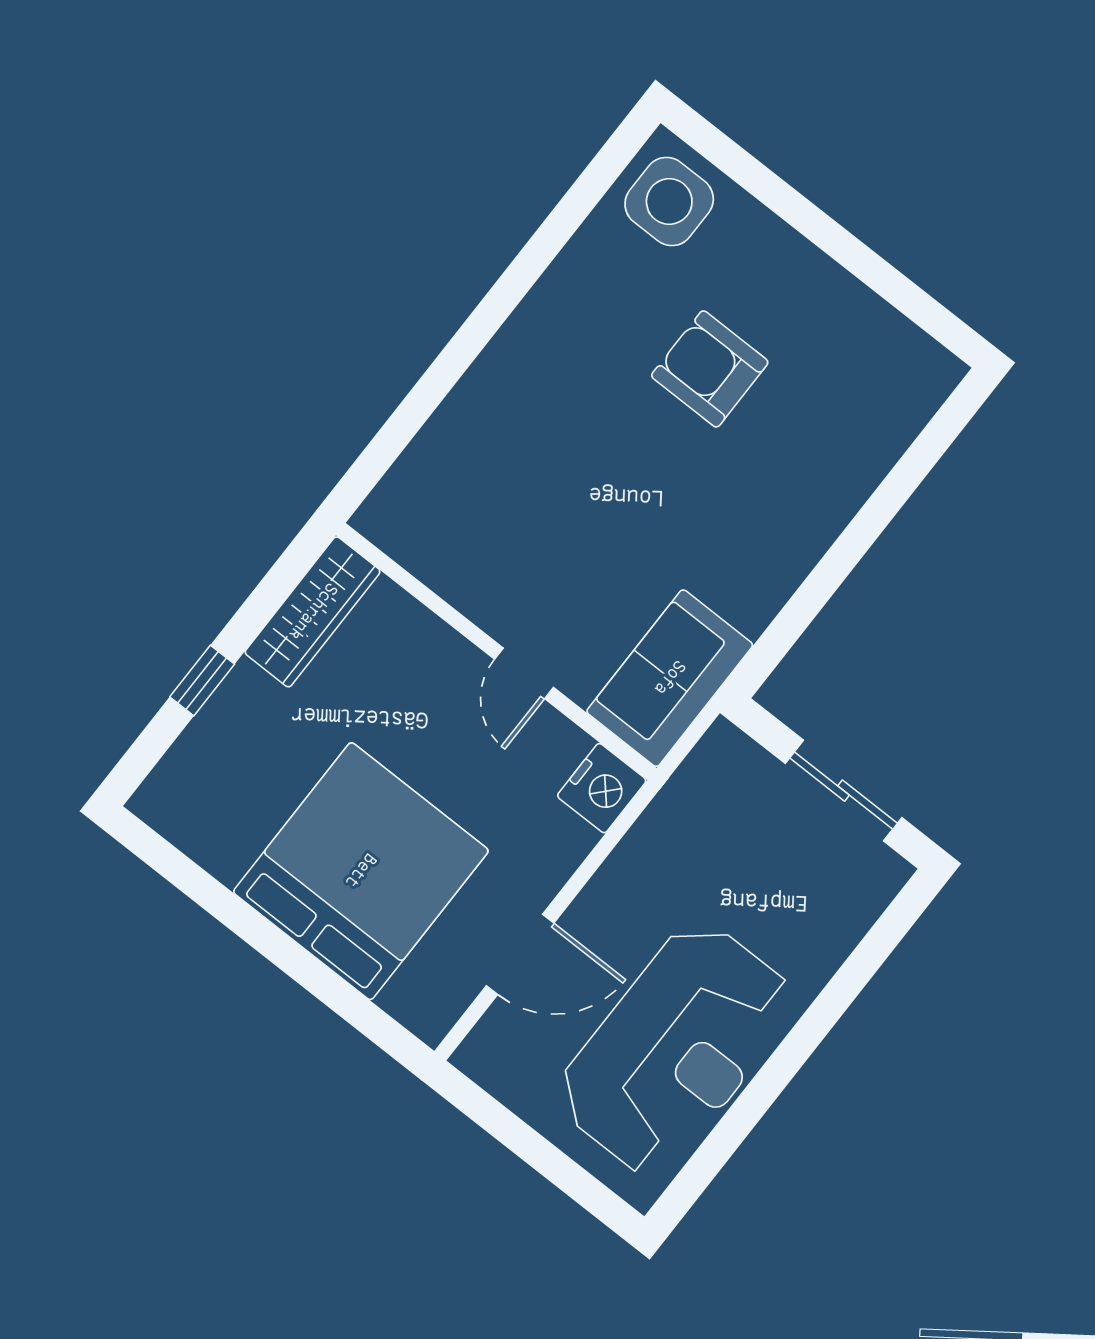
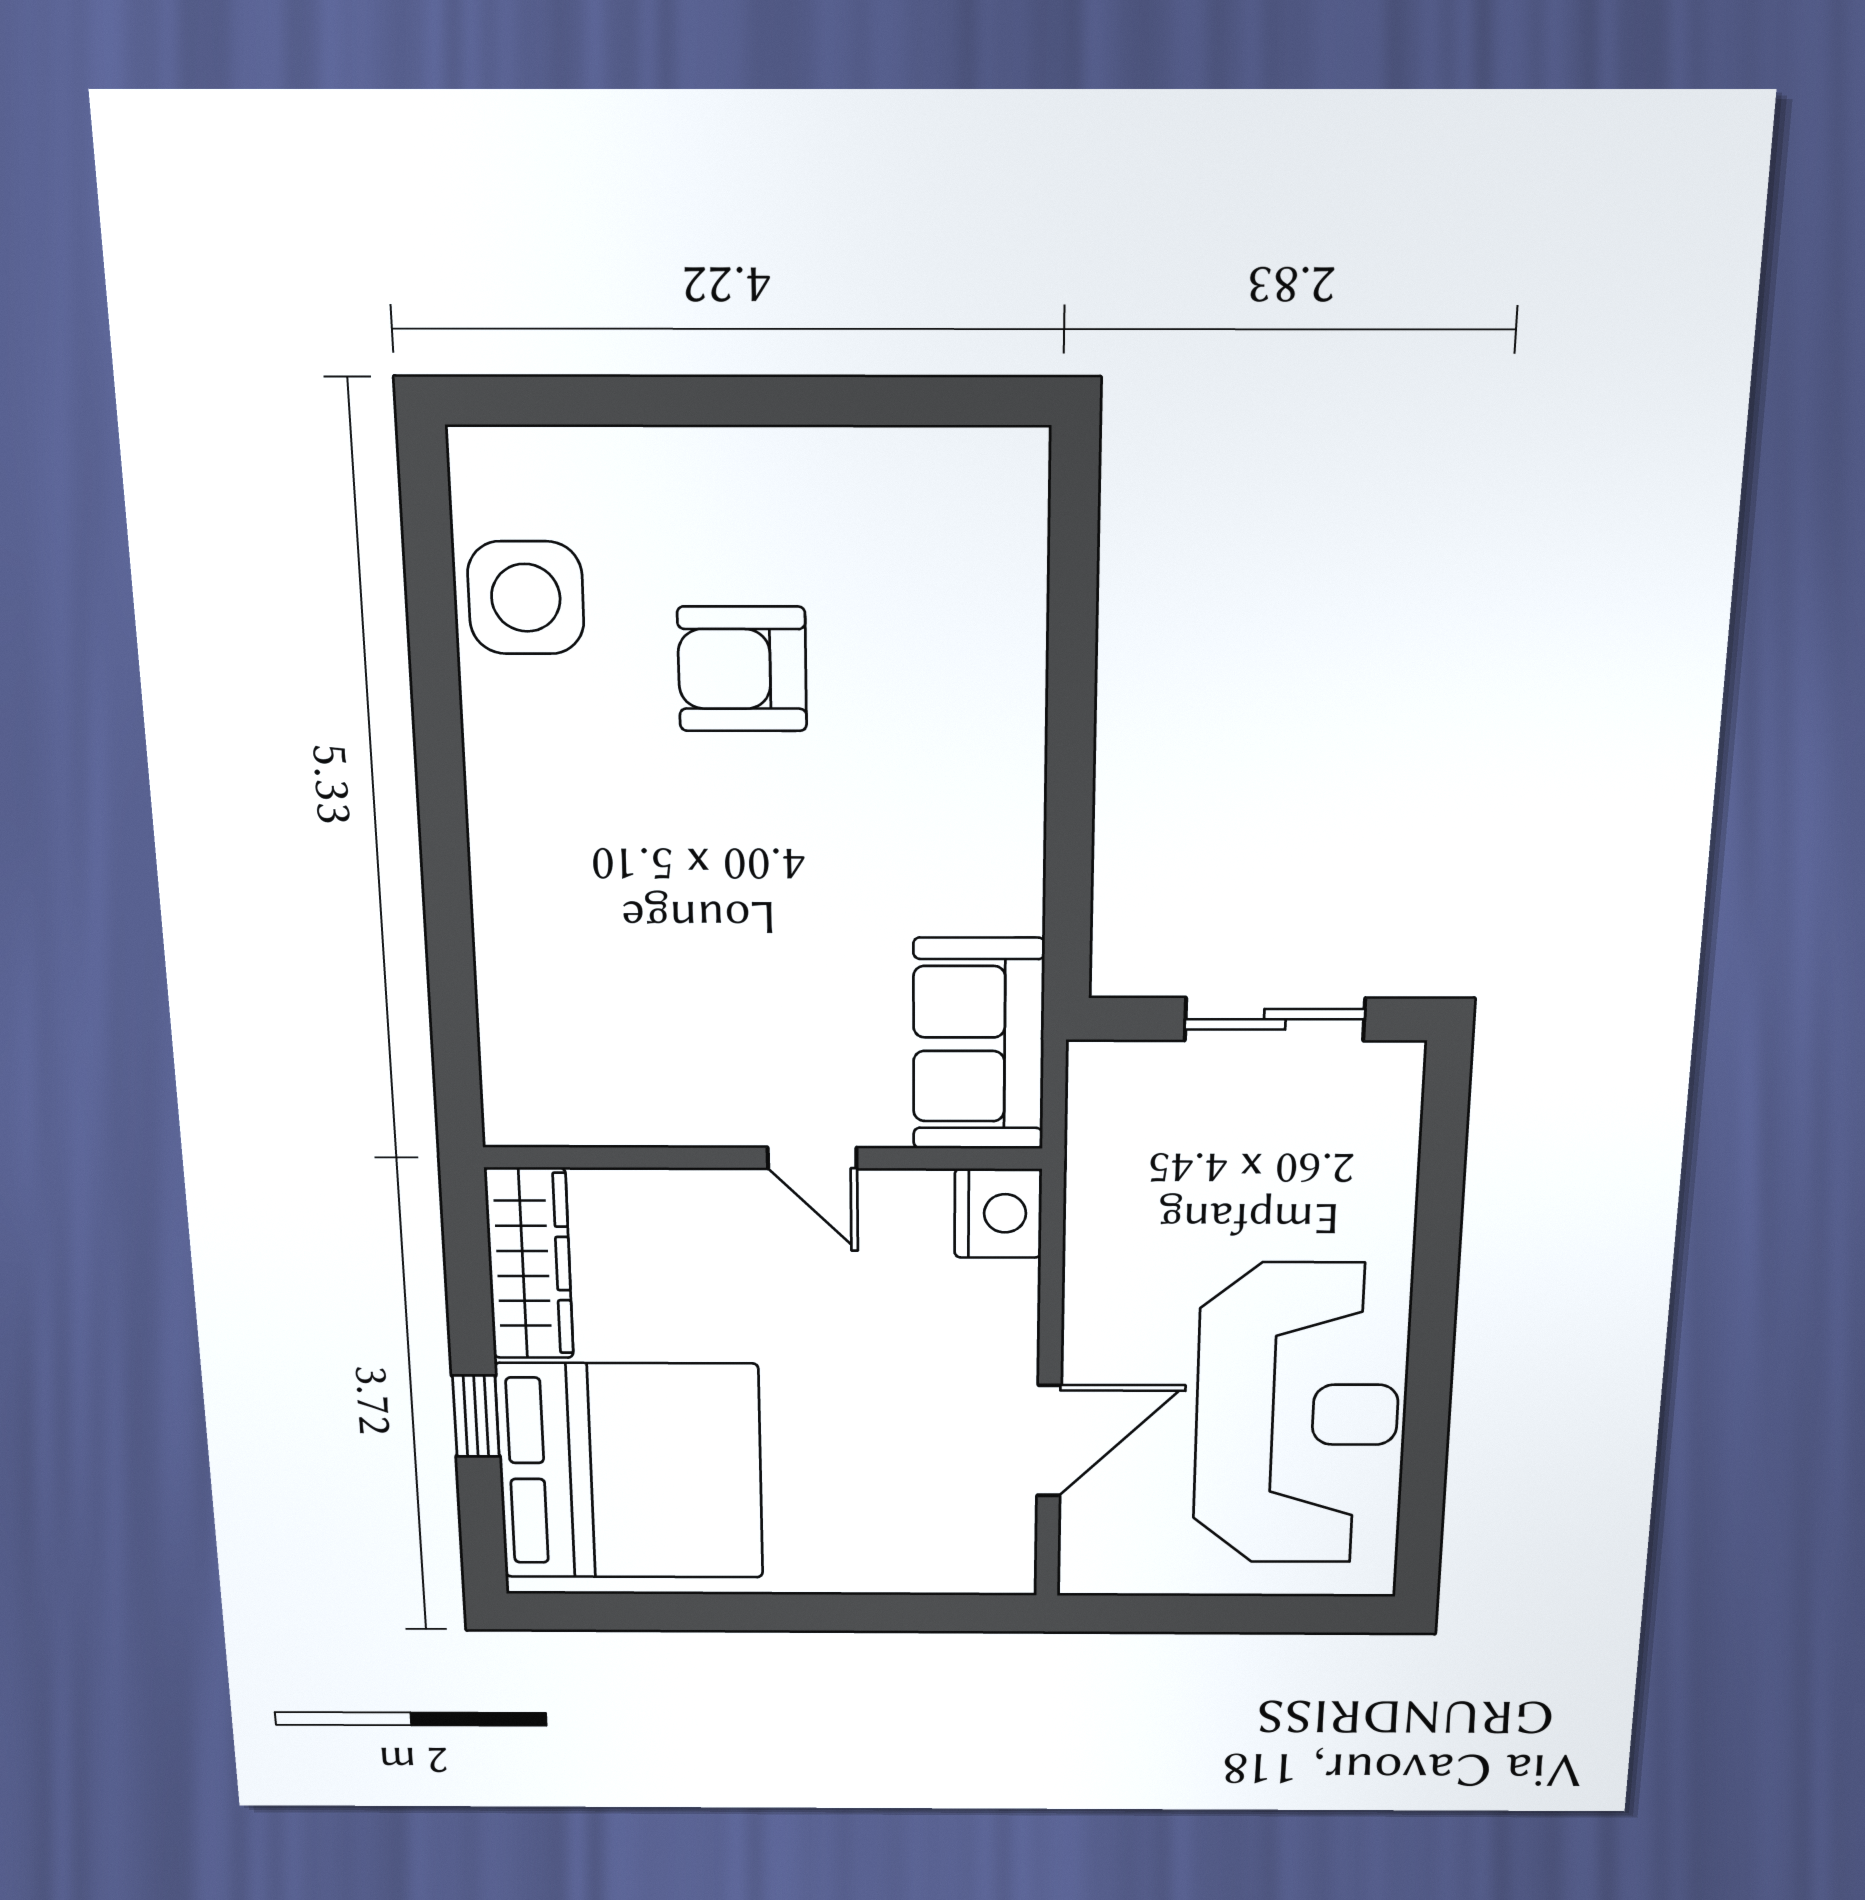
side table: (669, 202) -> (526, 598), moved
bed: (361, 871) -> (630, 1471), moved, turned 90

